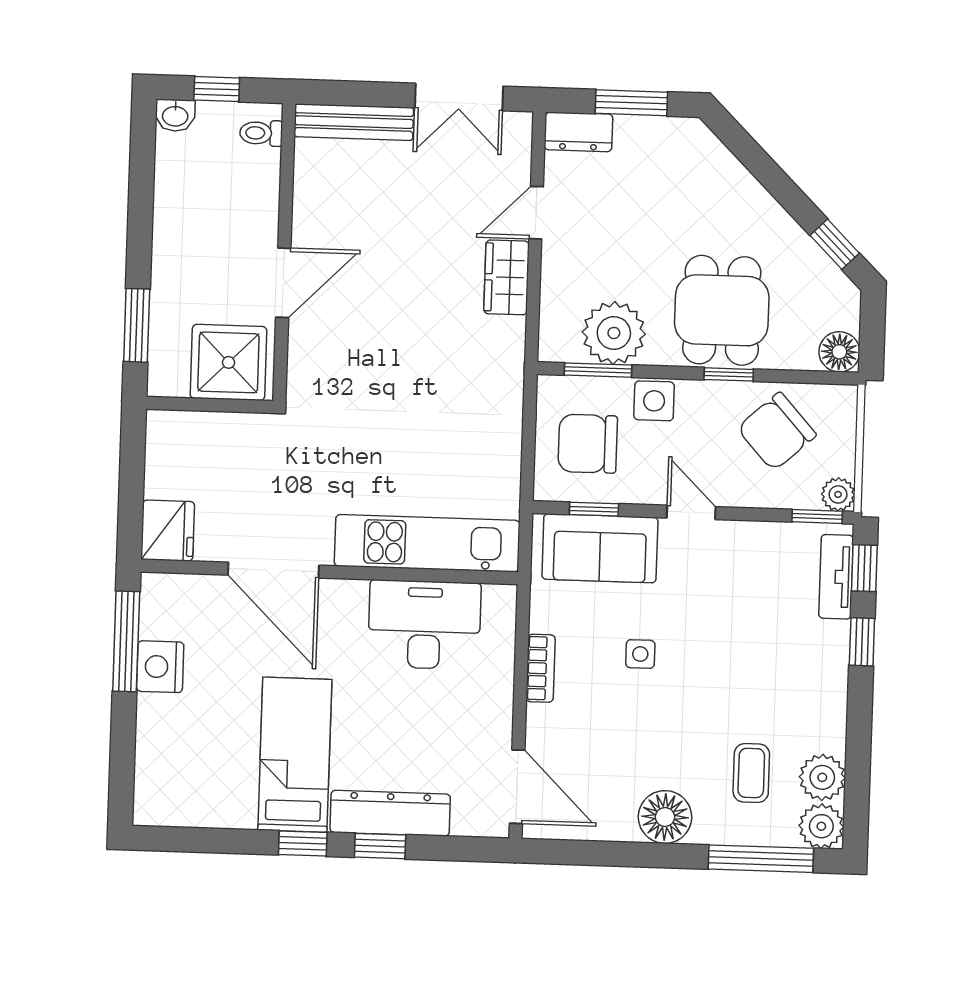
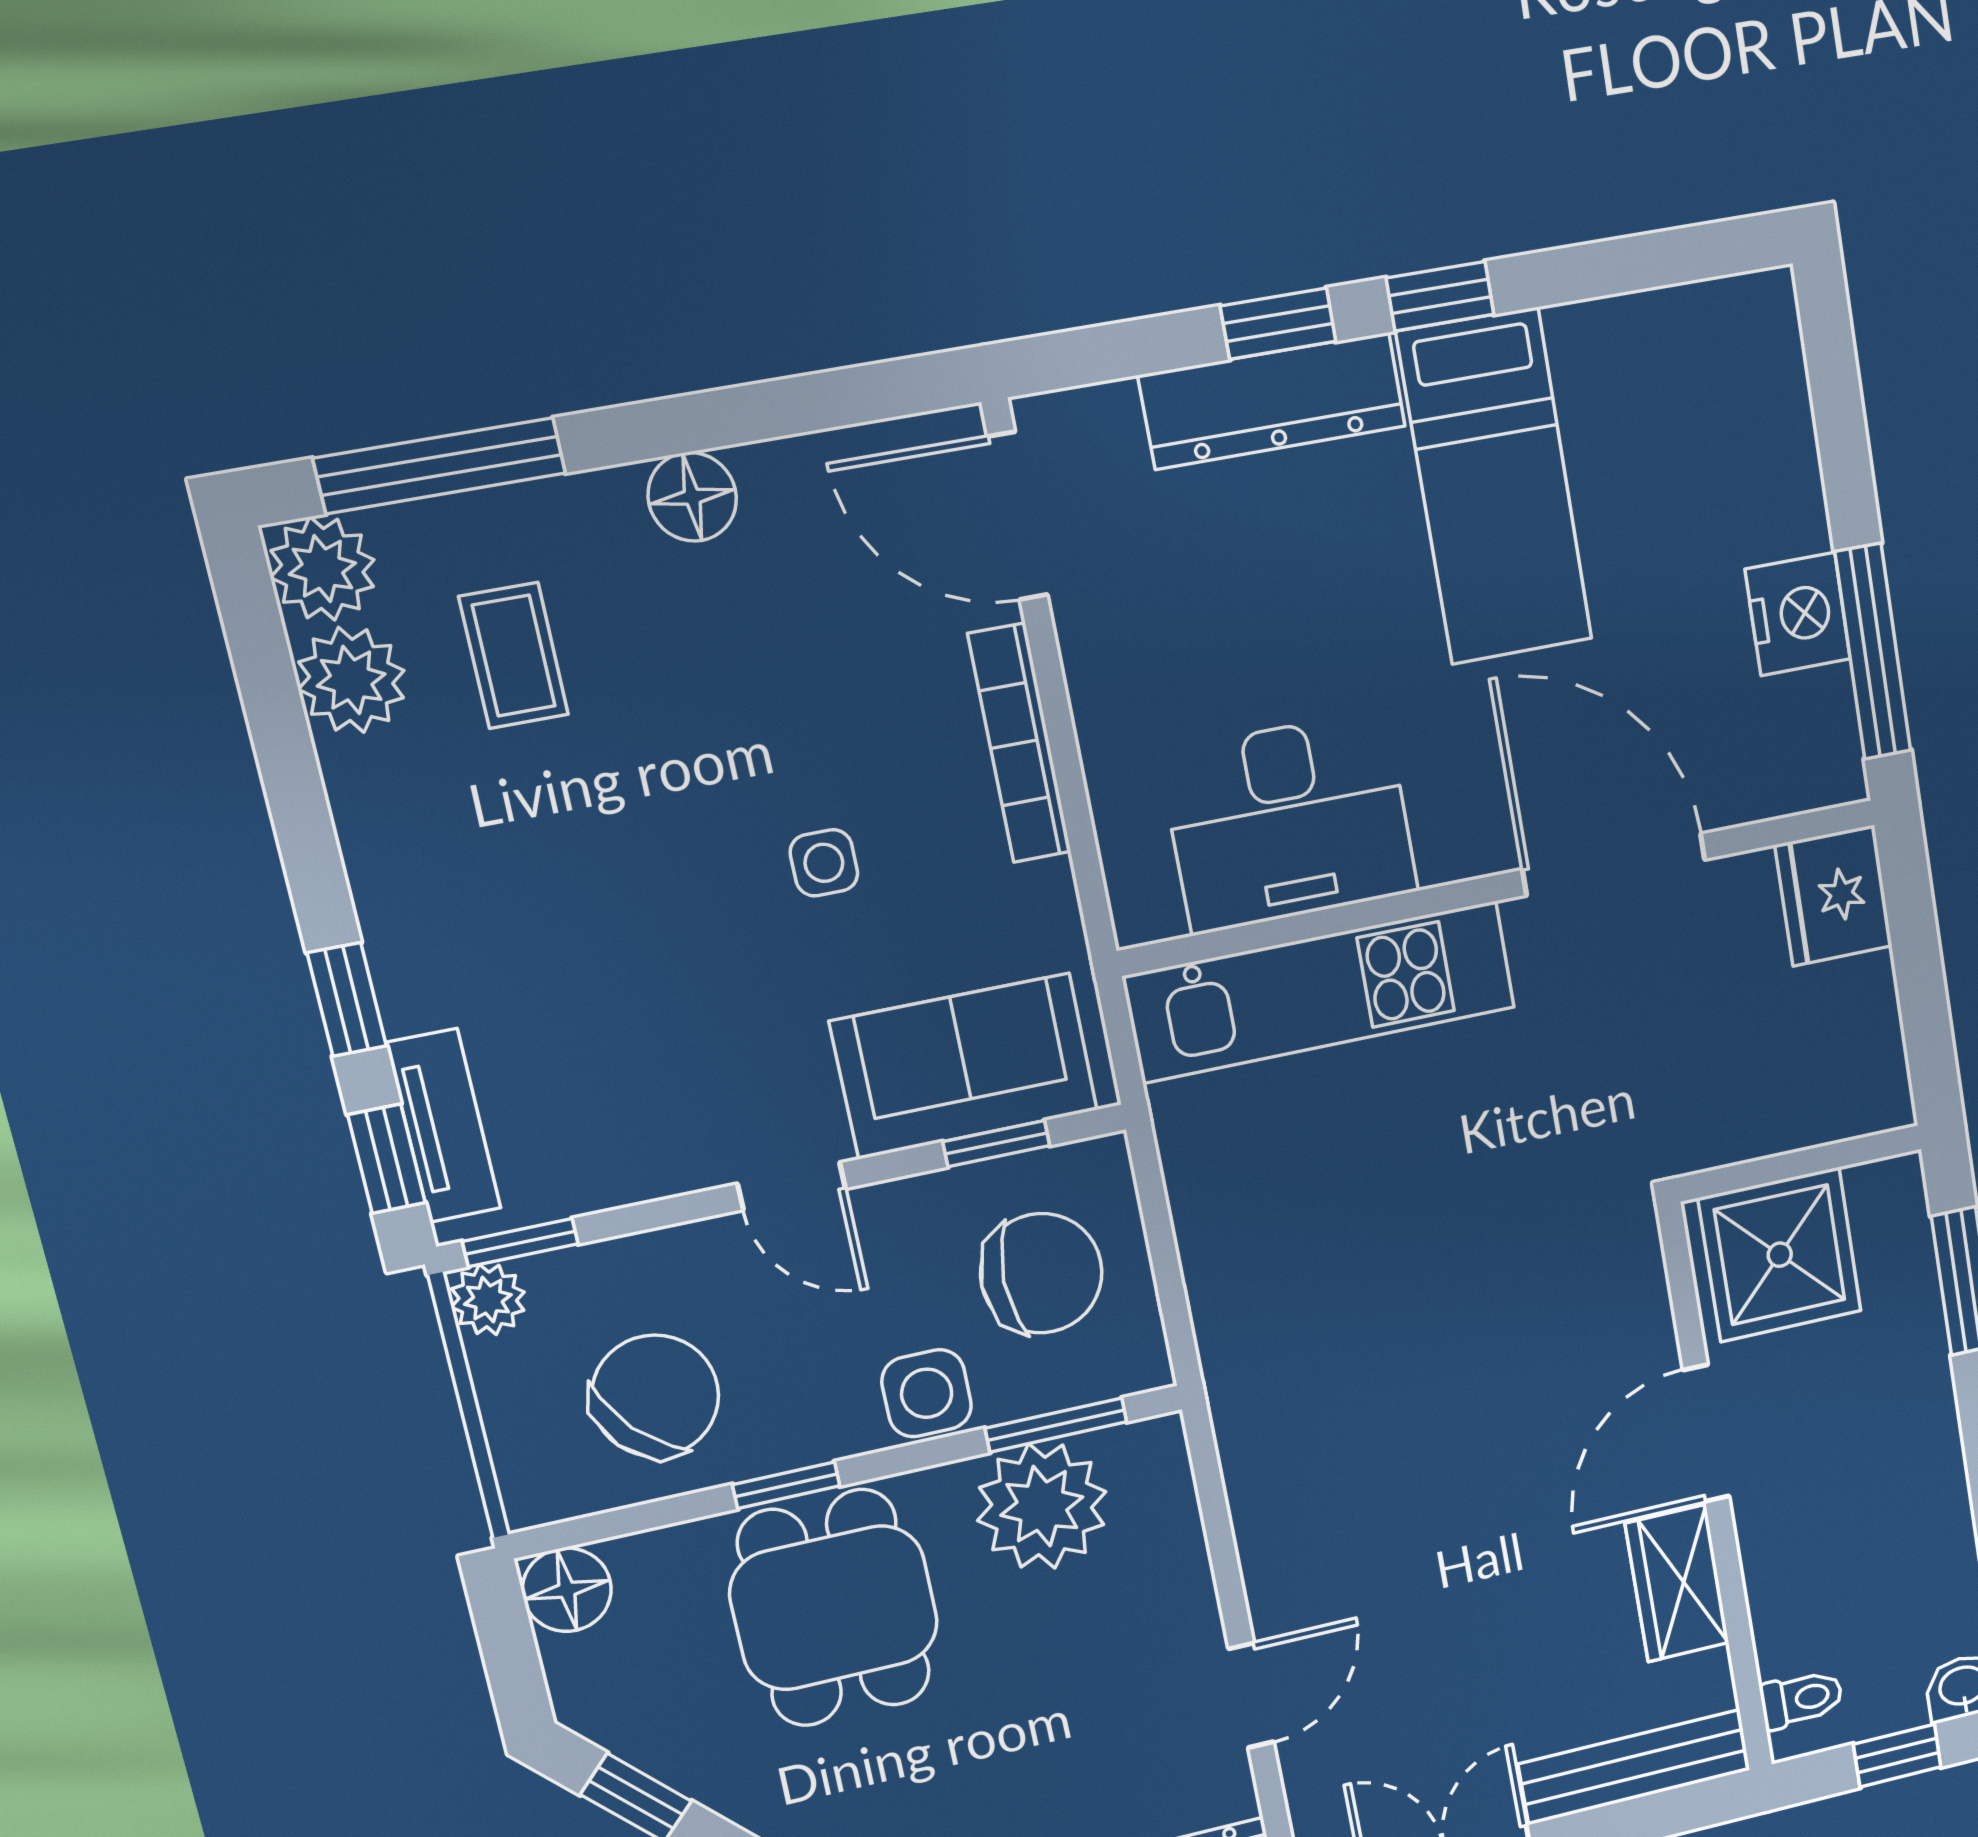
wardrobe: (507, 277) -> (1677, 1583), moved, turned 180
bookcase: (541, 668) -> (1020, 743), width x1.56
floor lamp: (665, 817) -> (692, 497), width x0.73, depth x0.73

